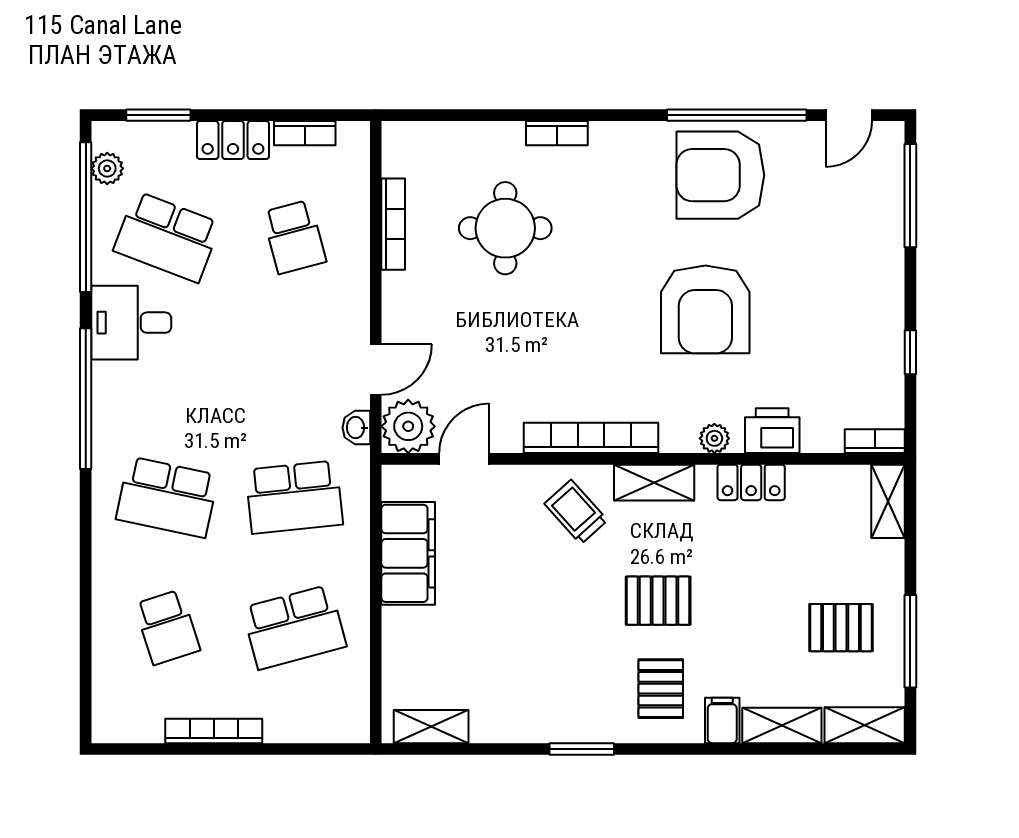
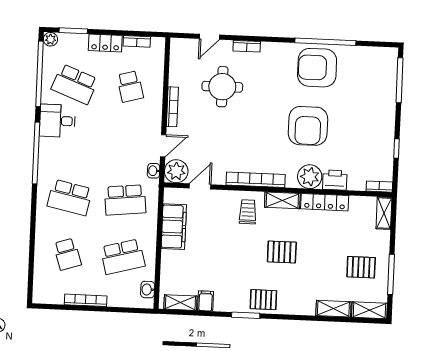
door: (849, 115) -> (209, 37), moved
plant: (107, 168) -> (50, 39), moved
bookcase: (393, 224) -> (172, 107), moved
plant: (714, 438) -> (310, 177), width x1.87, depth x1.87
locker: (751, 482) -> (325, 202), width x1.53
trolley: (576, 512) -> (248, 212), turned 42
pallet: (661, 689) -> (263, 300), moved, turned 90
washbasin: (355, 700) -> (148, 290), added
filing cabinet: (722, 720) -> (206, 301), moved

